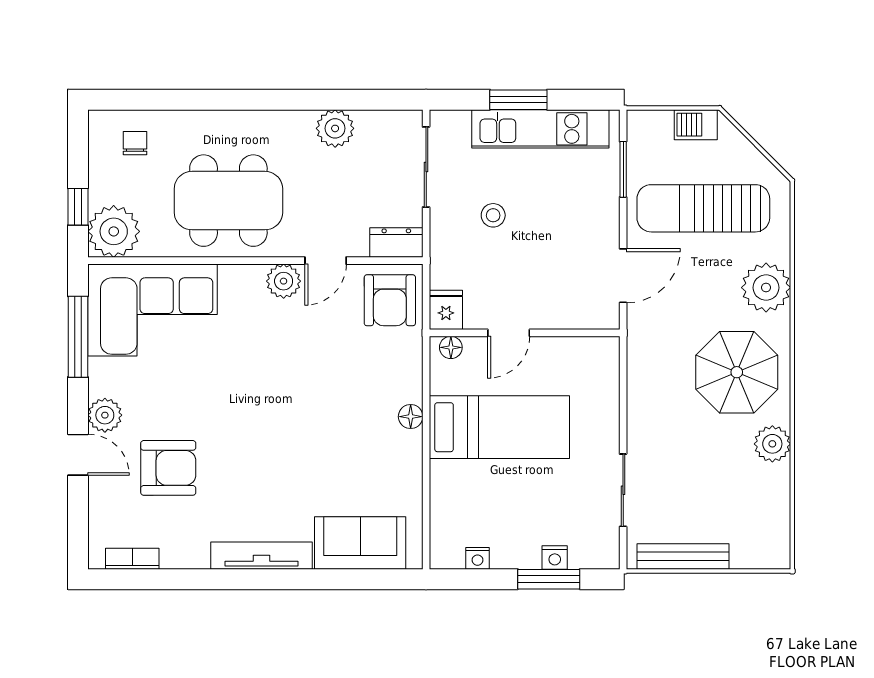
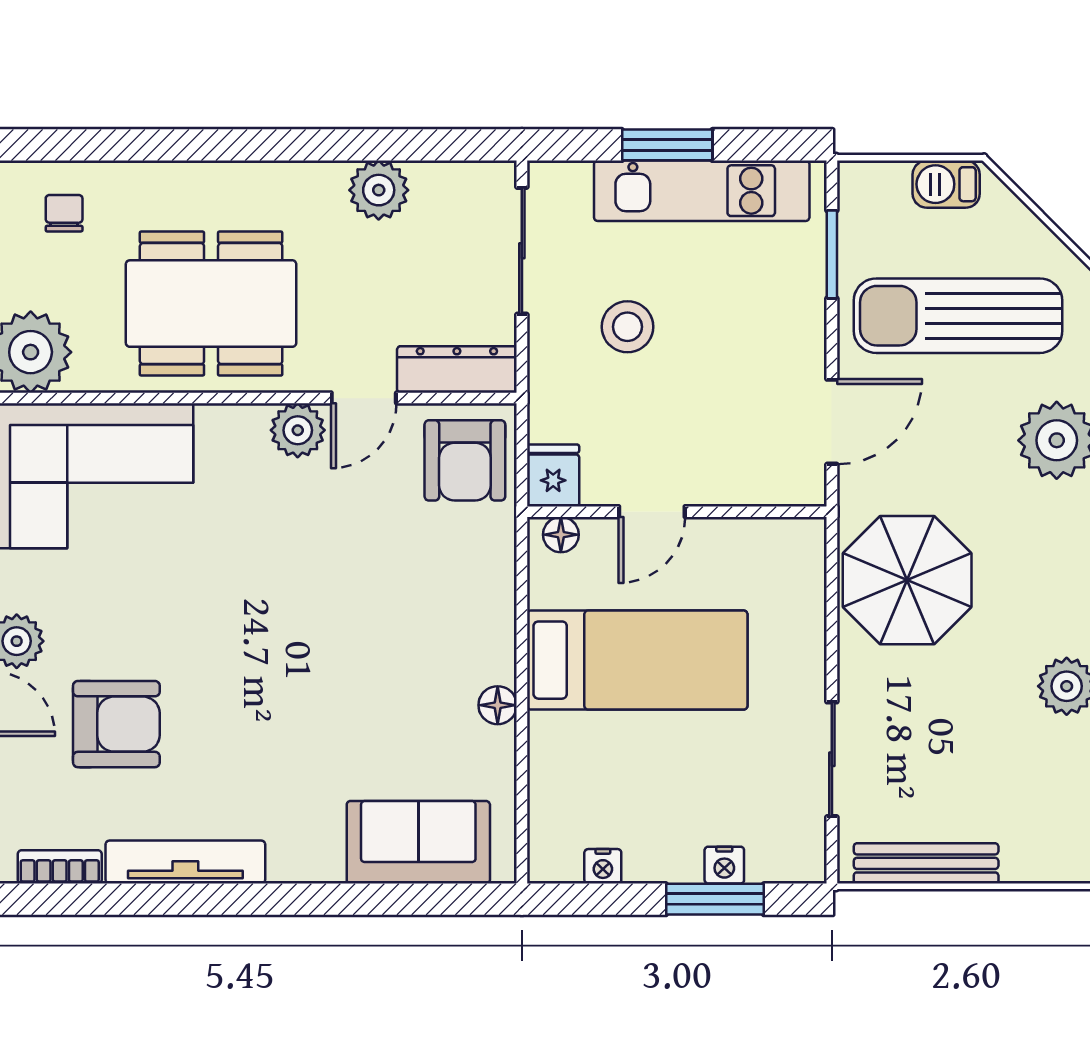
stool: (493, 215) -> (627, 327), width x1.37, depth x1.37
dresser: (396, 242) -> (457, 369), width x1.44
parasol: (737, 372) -> (907, 580), moved
floor lamp: (411, 417) -> (498, 705), moved
tv unit: (261, 556) -> (185, 862), moved

